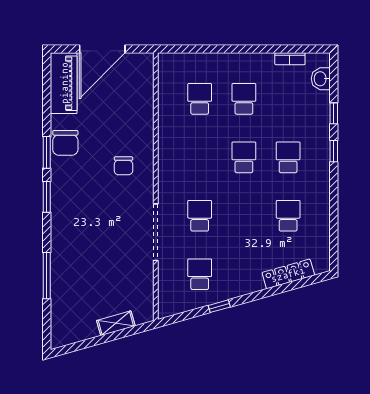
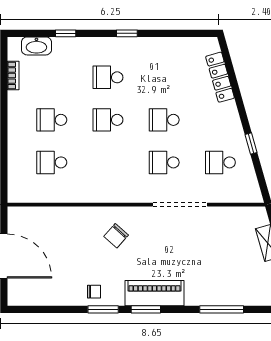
washbasin: (321, 79) -> (36, 46), width x1.38
piano: (64, 83) -> (154, 293), moved
chair: (65, 143) -> (94, 292), width x0.54, depth x0.54
window: (334, 151) -> (127, 33), moved
chair: (123, 166) -> (116, 236), turned 132
school desk: (288, 216) -> (164, 120), moved

